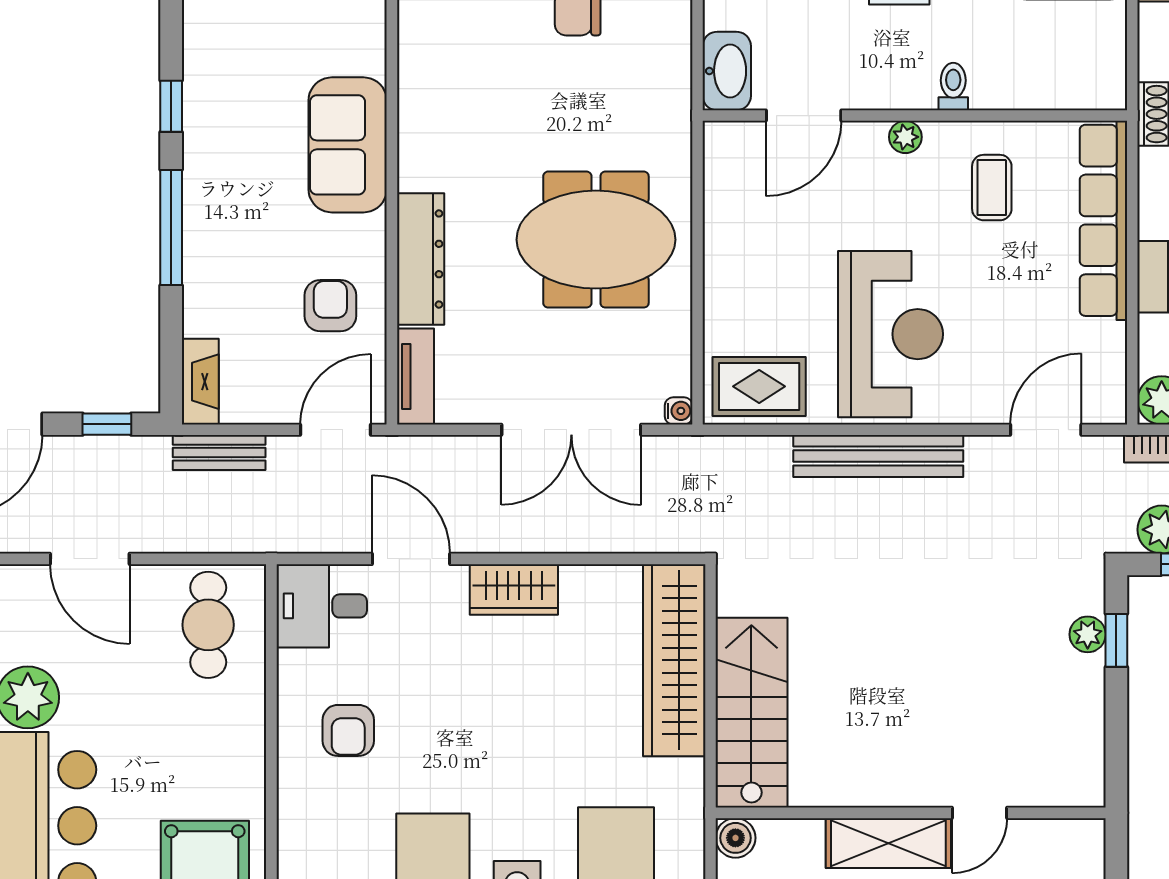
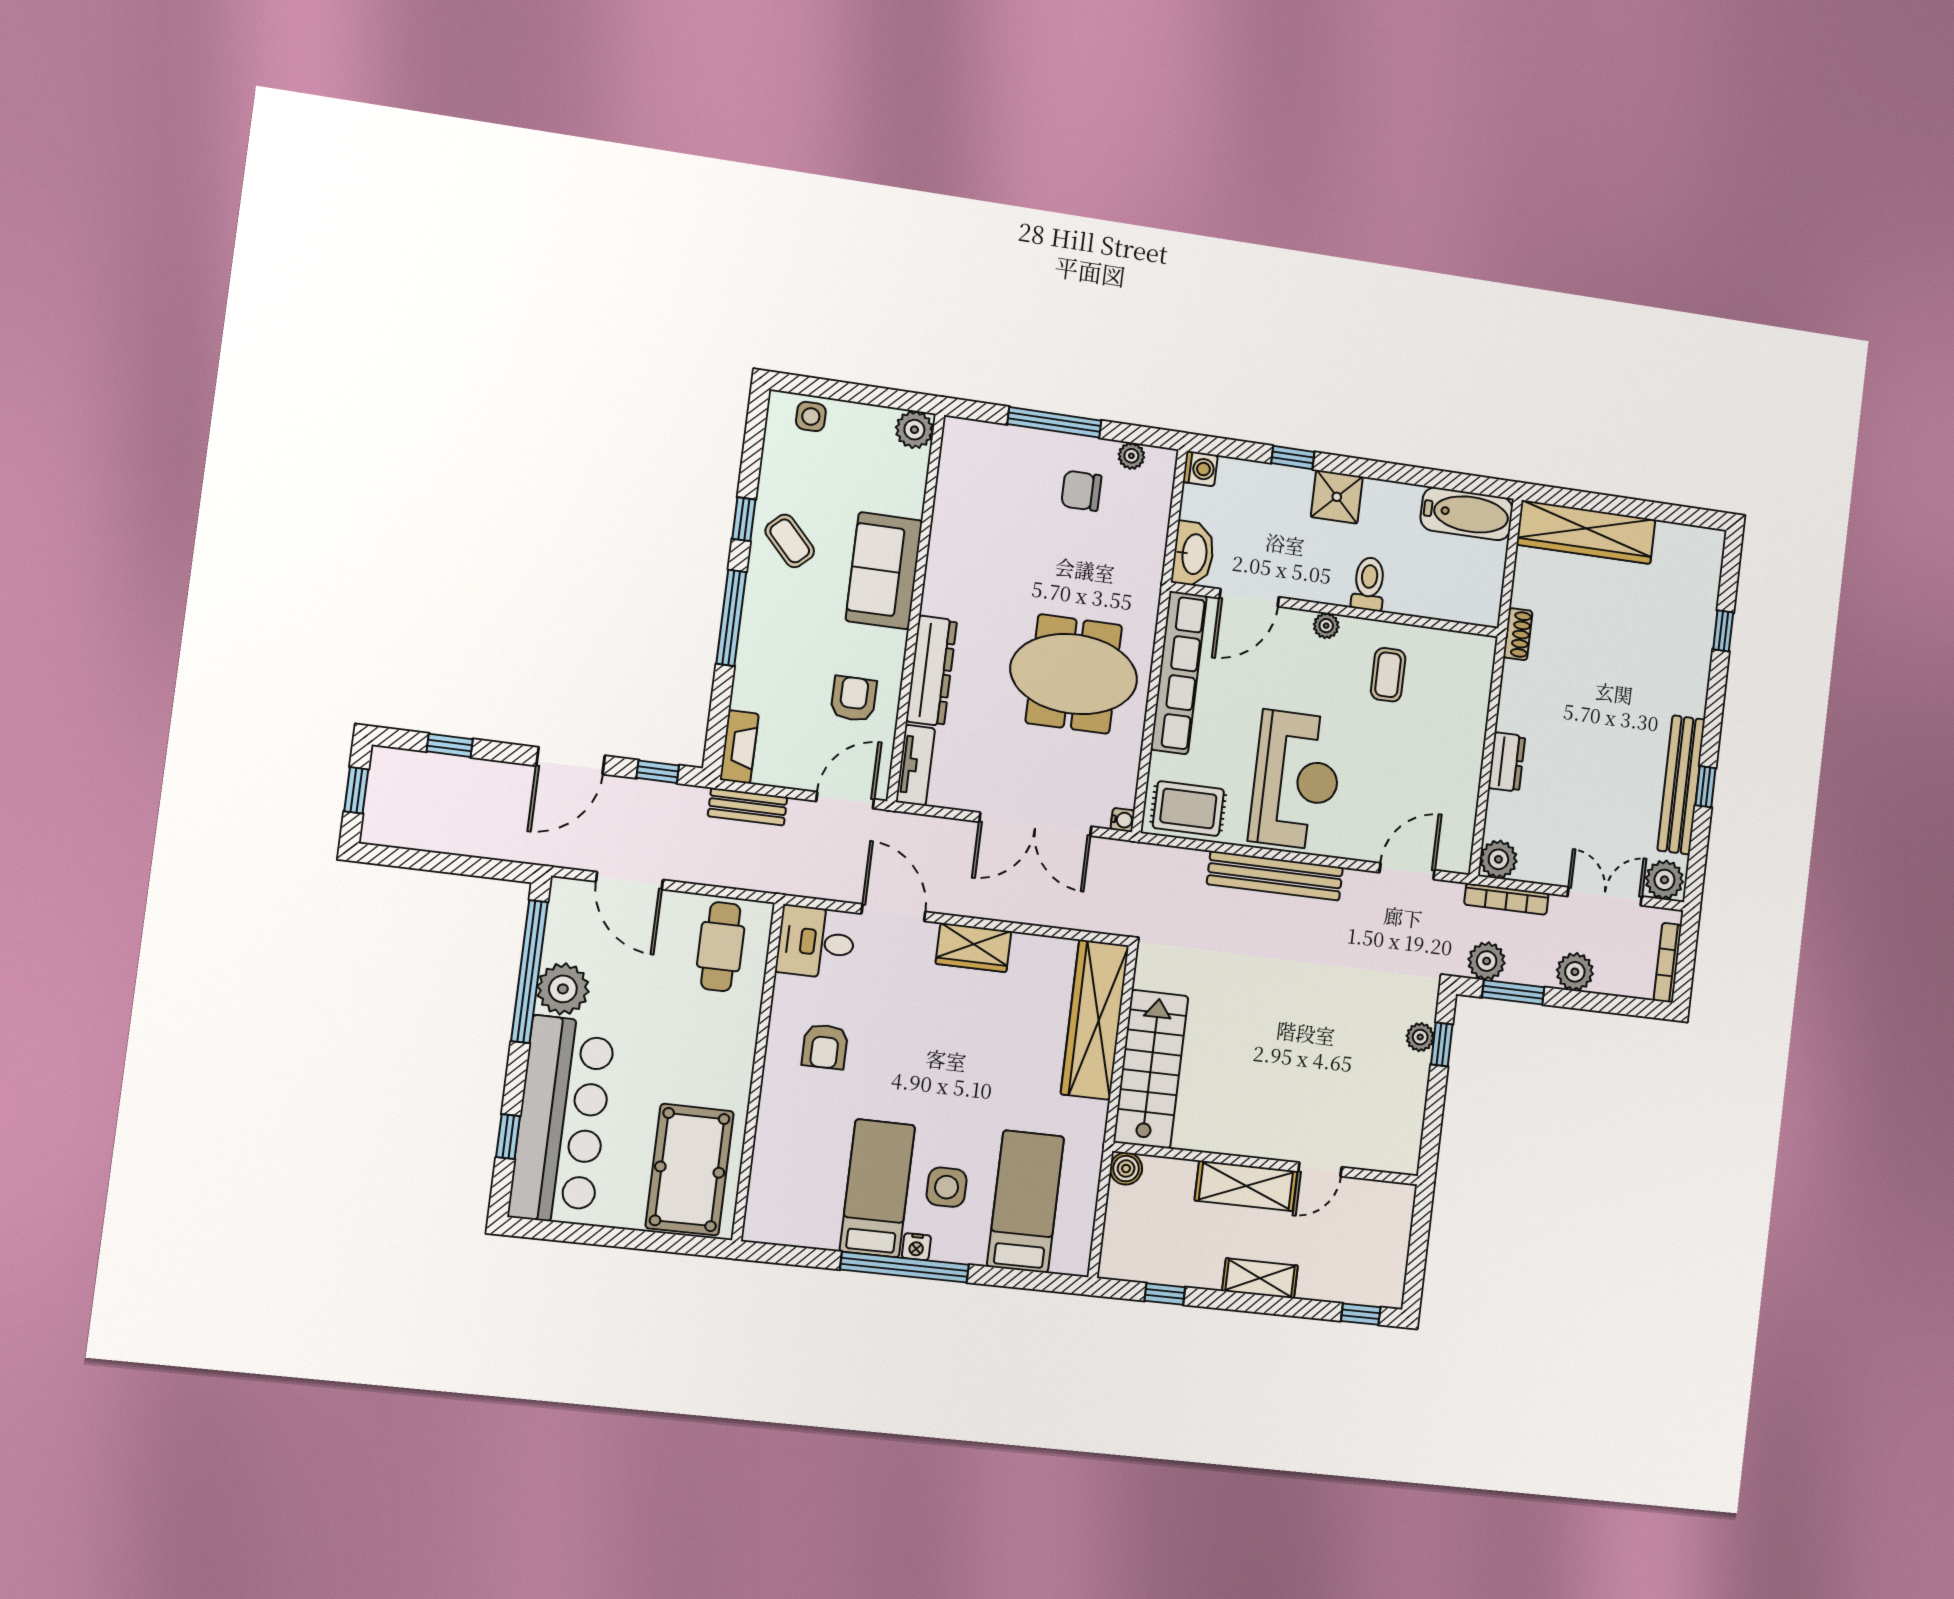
toilet: (953, 87) -> (1369, 584), width x1.37, depth x1.39
coffee table: (229, 125) -> (790, 541), added
row of seats: (1104, 220) -> (1179, 673), moved, turned 180

